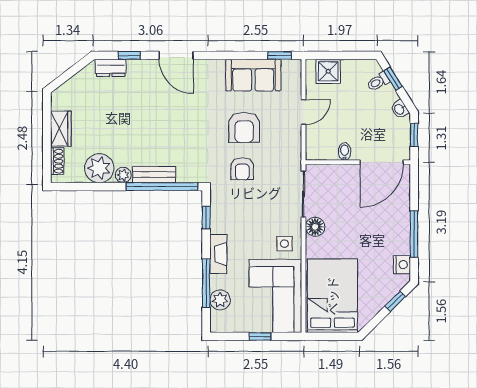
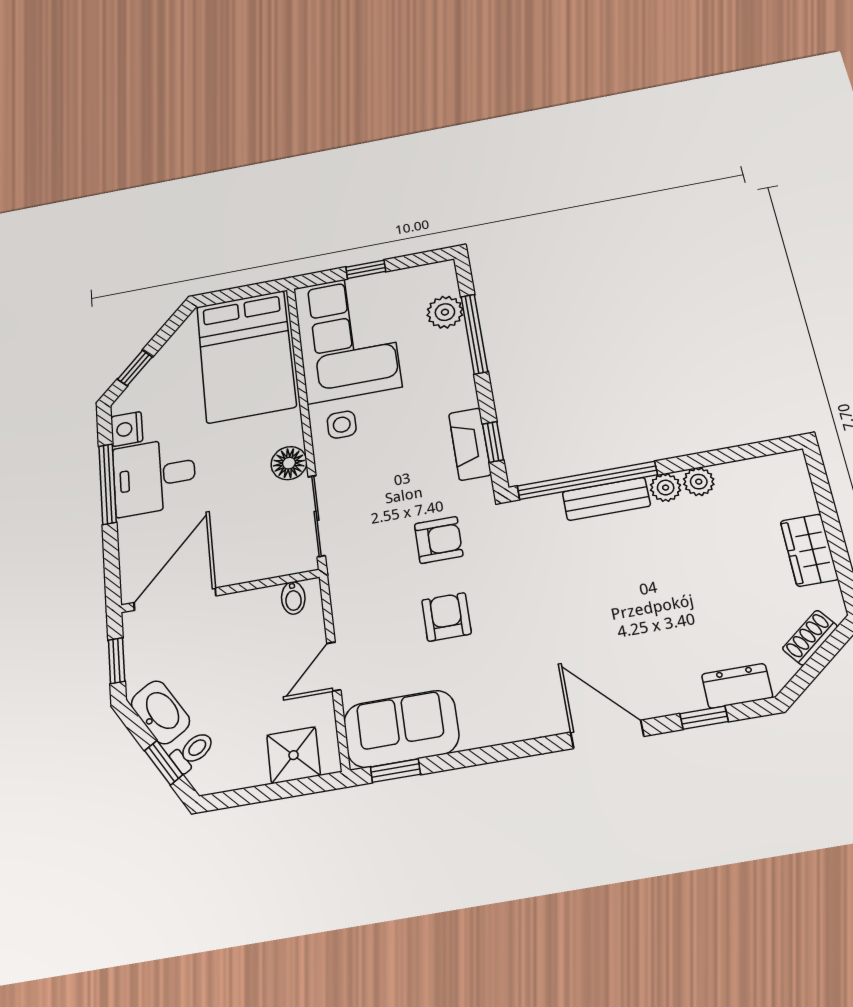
sofa: (253, 75) -> (401, 729), moved
washbasin: (400, 109) -> (160, 712), width x1.91, depth x1.45
armchair: (244, 127) -> (446, 617), width x0.72, depth x0.72
bidet: (345, 152) -> (293, 598), moved
shoe rack: (57, 161) -> (810, 638), moved, turned 52
plant: (99, 168) -> (699, 482), width x0.53, depth x0.53
armchair: (242, 169) -> (439, 540), turned 90
desk: (388, 233) -> (154, 476), added
fireplace: (218, 254) -> (470, 444), moved

